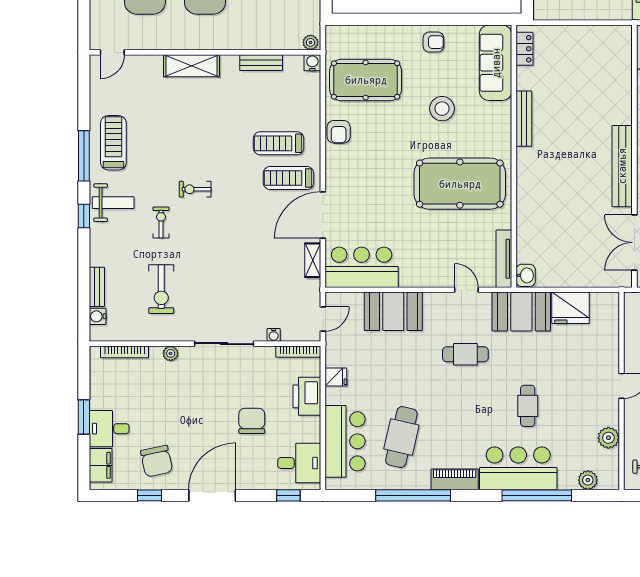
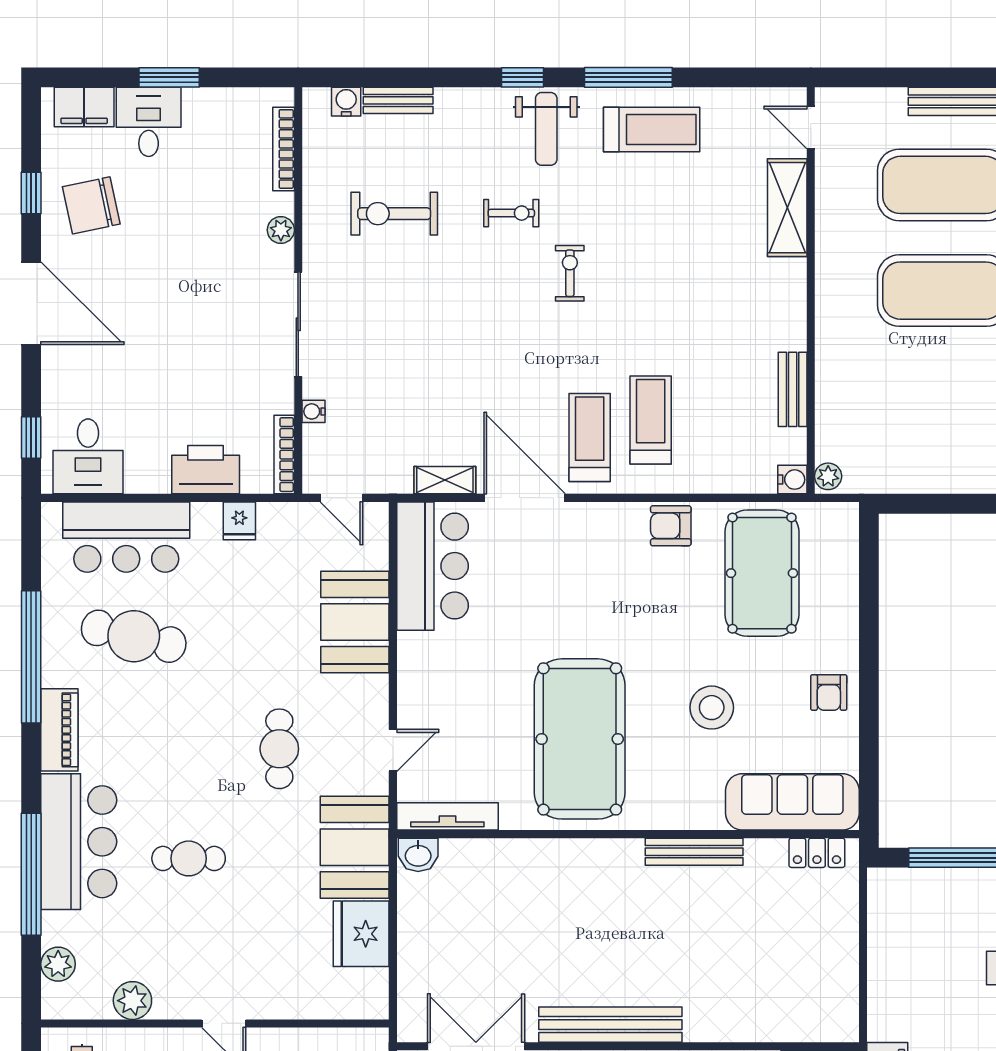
shelving: (191, 66) -> (787, 208), moved
chair: (252, 421) -> (162, 373), removed

